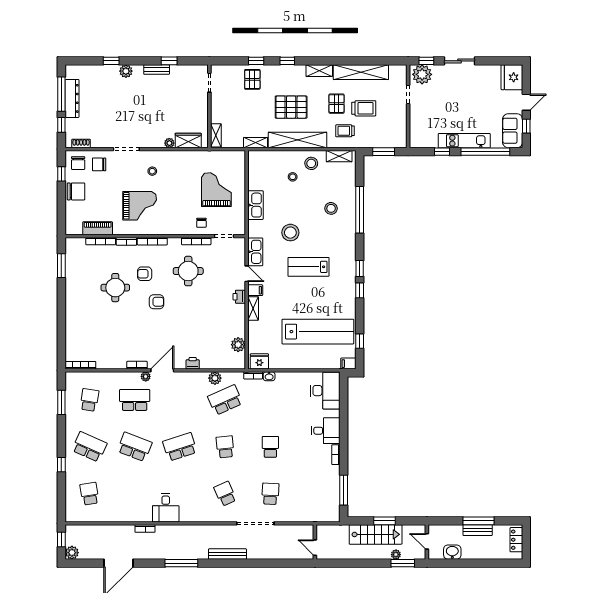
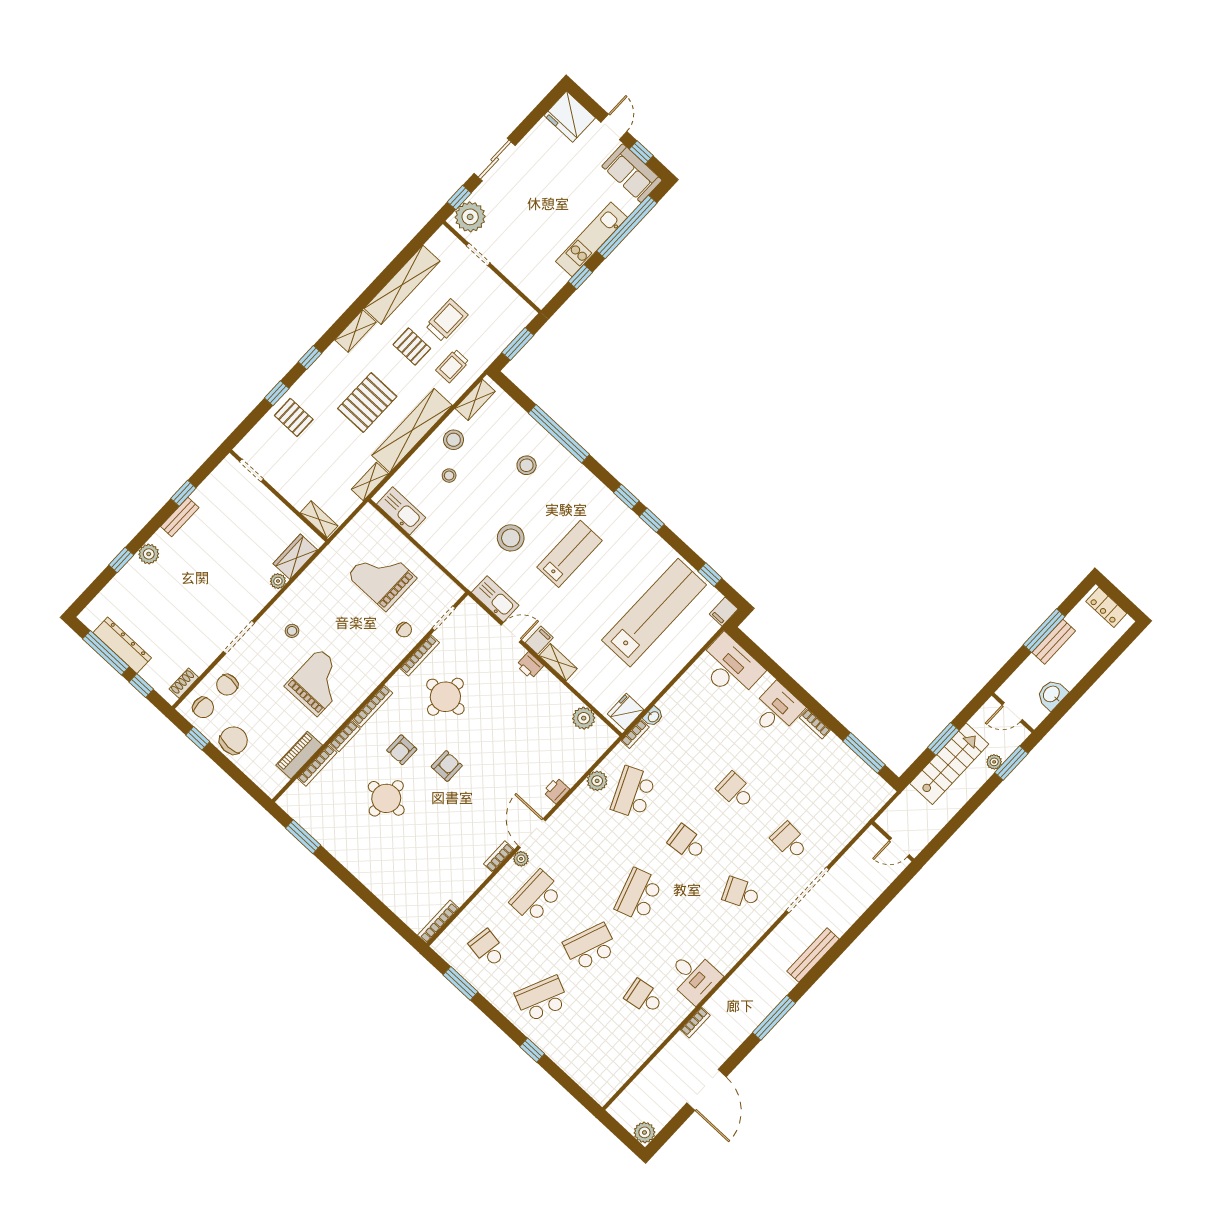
kitchen sink: (255, 205) -> (401, 511), moved
lab bench: (308, 267) -> (570, 554), turned 180
school desk: (89, 494) -> (644, 997), moved
window: (61, 539) -> (618, 1130), removed

